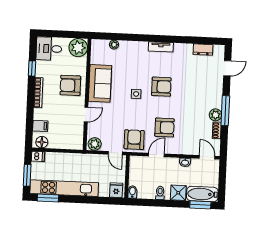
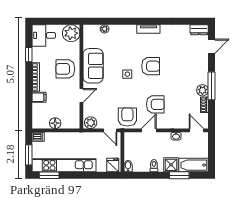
dresser: (203, 50) -> (199, 30), moved
filing cabinet: (40, 126) -> (39, 97), moved
floor lamp: (42, 142) -> (55, 123), moved
window: (200, 205) -> (179, 175), moved

